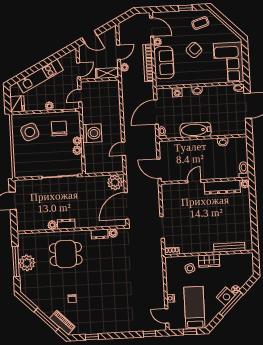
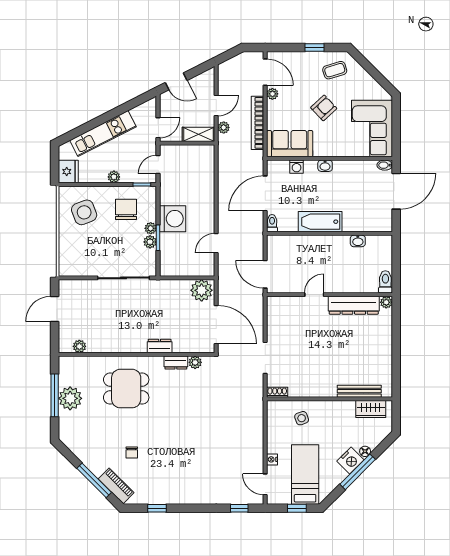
sofa: (164, 63) -> (290, 144), moved, turned -90
door: (127, 206) -> (216, 325), swing flipped
dresser: (66, 224) -> (160, 346), moved
plant: (52, 225) -> (79, 346), moved
wardrobe: (209, 261) -> (371, 409), moved

